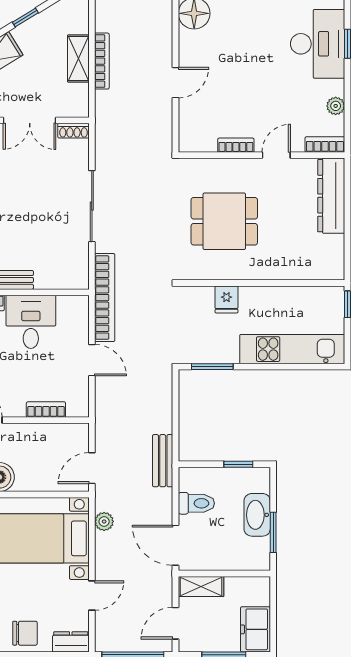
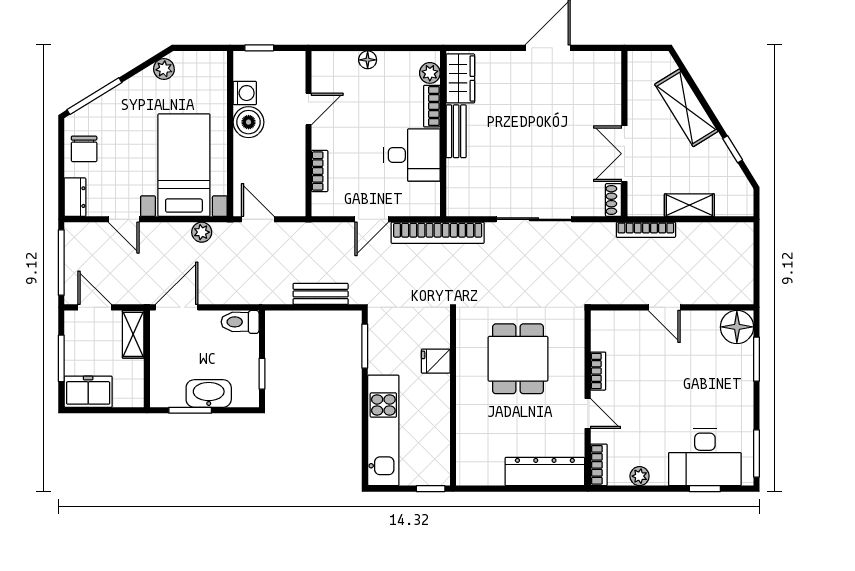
bookcase: (102, 61) -> (646, 230), moved
bench: (163, 461) -> (321, 294), moved
toilet: (196, 503) -> (240, 322), moved, turned 90

